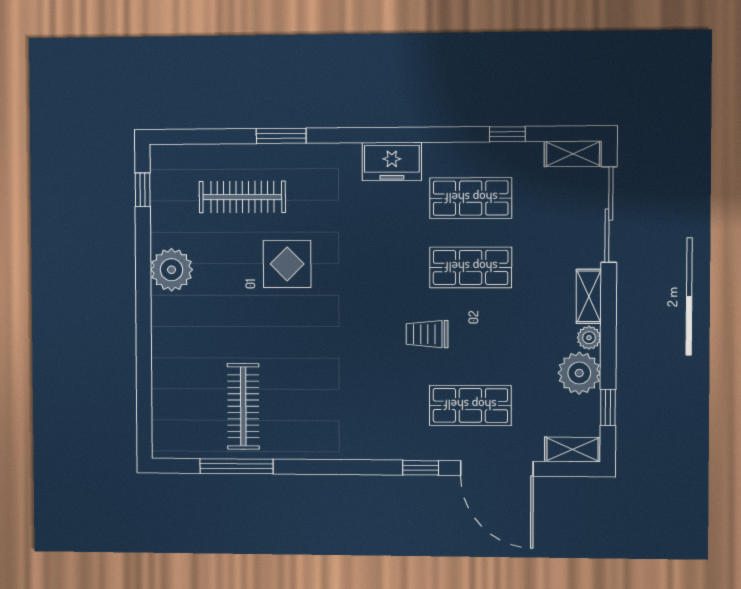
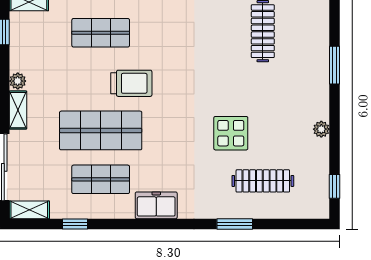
shop shelf: (471, 267) -> (101, 130), width x1.43, depth x1.36
plant: (171, 270) -> (321, 129), width x0.53, depth x0.53
trolley: (427, 334) -> (131, 83), width x1.36, depth x1.39
window: (144, 359) -> (335, 65), added
plant: (579, 373) -> (24, 56), removed

